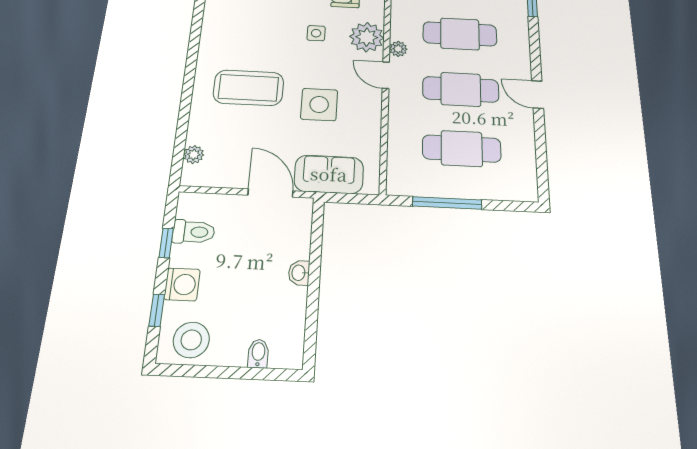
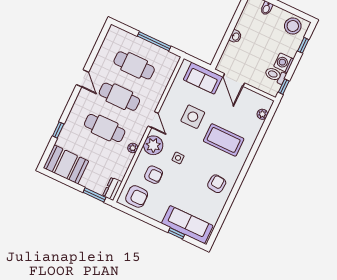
armchair: (233, 18) -> (217, 184), added
plant: (398, 49) -> (133, 148), moved
window: (166, 243) -> (284, 87), moved
washing machine: (182, 284) -> (284, 63), moved

